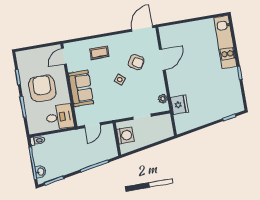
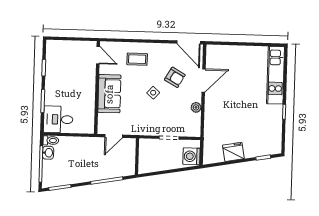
door: (142, 28) -> (189, 42), swing flipped
door: (64, 56) -> (98, 55), swing flipped
armchair: (42, 88) -> (68, 85), removed
plant: (163, 99) -> (196, 107), moved
fridge: (179, 105) -> (233, 152), moved, turned -100
desk: (60, 117) -> (58, 119), moved, turned 180
washing machine: (125, 135) -> (191, 156), moved, turned 180
washbasin: (41, 172) -> (48, 153), moved

